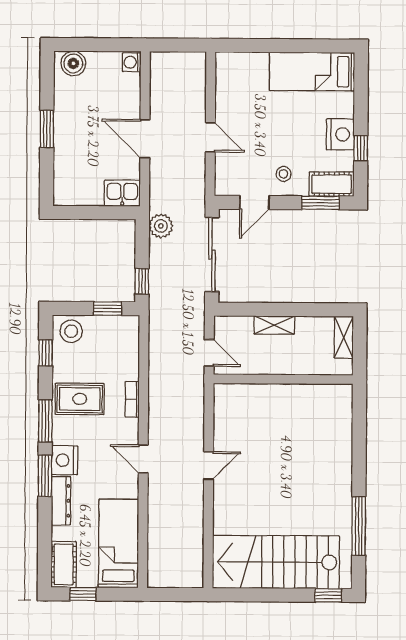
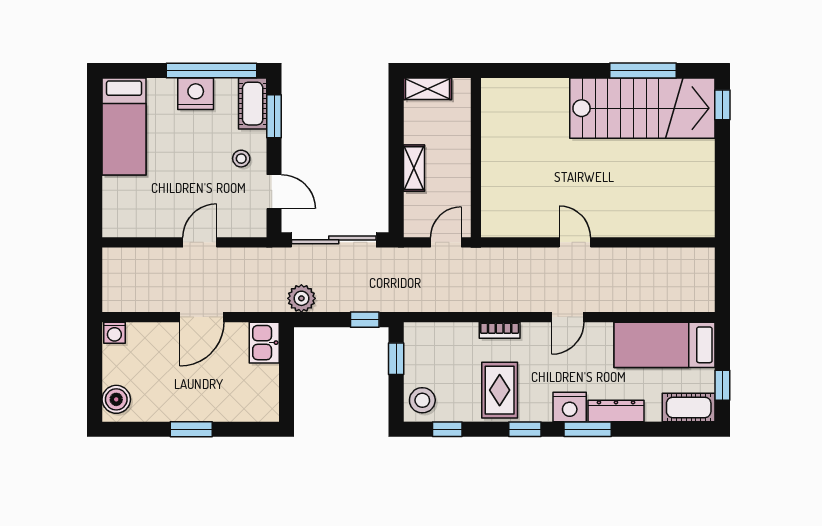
window: (361, 148) -> (211, 70), width x3.17
window: (45, 421) -> (525, 429), width x0.67
stairs: (276, 562) -> (642, 108), moved, turned -90

